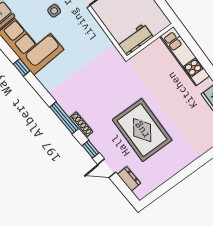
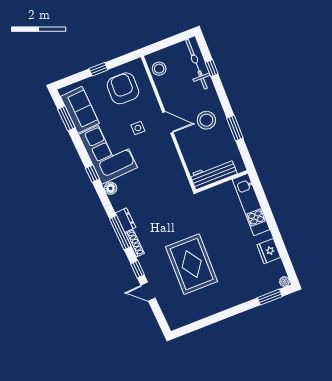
workbench: (135, 40) -> (214, 174), width x1.38
floor lamp: (43, 77) -> (111, 188), added
dresser: (129, 179) -> (126, 220), moved

